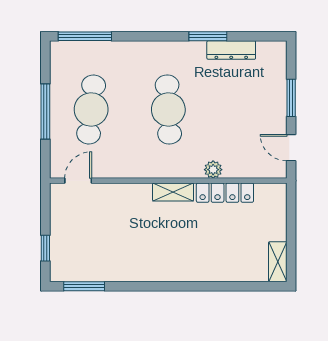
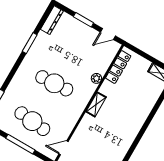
dresser: (231, 50) -> (52, 20), moved
door: (78, 181) -> (64, 148), hinge flipped
locker: (225, 193) -> (118, 67), moved

